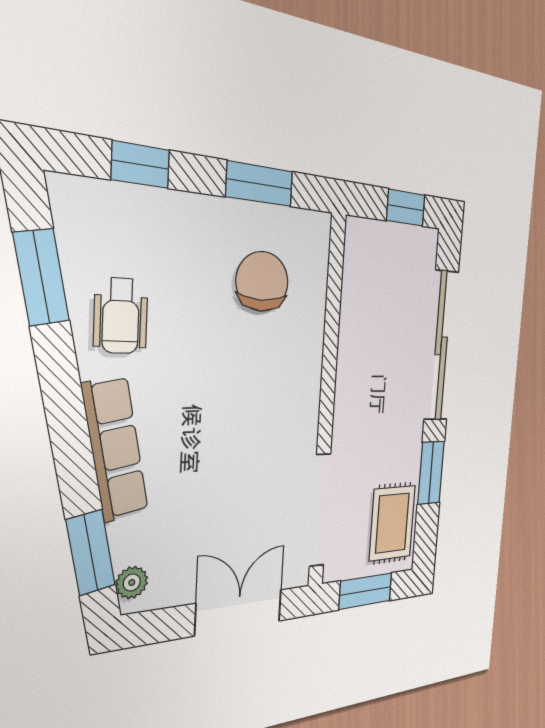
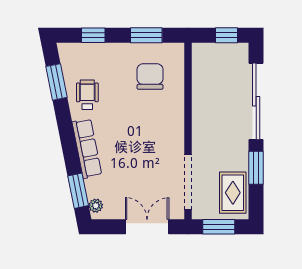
wheelchair: (121, 316) -> (87, 95), turned 180

